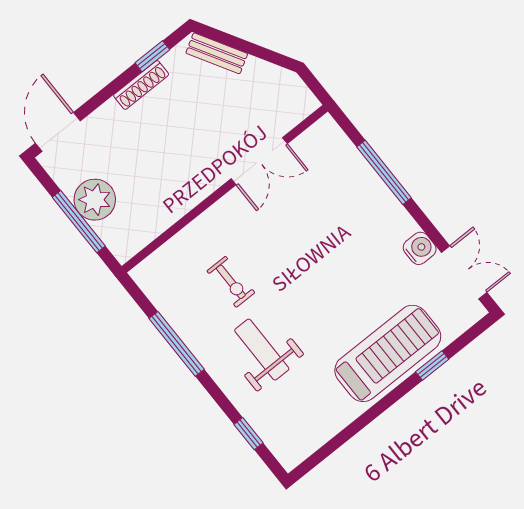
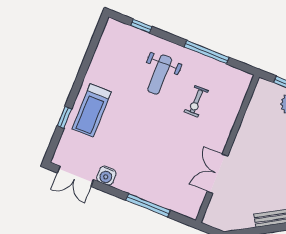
exercise bike: (231, 282) -> (196, 101), turned -90
weight bench: (262, 350) -> (160, 75), turned 90
treadmill: (388, 353) -> (92, 110), width x0.73, depth x0.73

